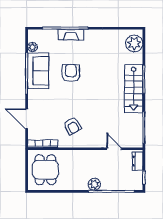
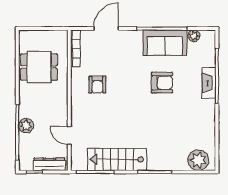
stairs: (134, 89) -> (117, 159), moved
armchair: (72, 126) -> (97, 85), turned -62
door: (114, 149) -> (69, 136), swing flipped
dresser: (138, 161) -> (49, 164), width x1.44
dining table: (45, 170) -> (39, 67), moved
plant: (94, 184) -> (26, 126), moved

